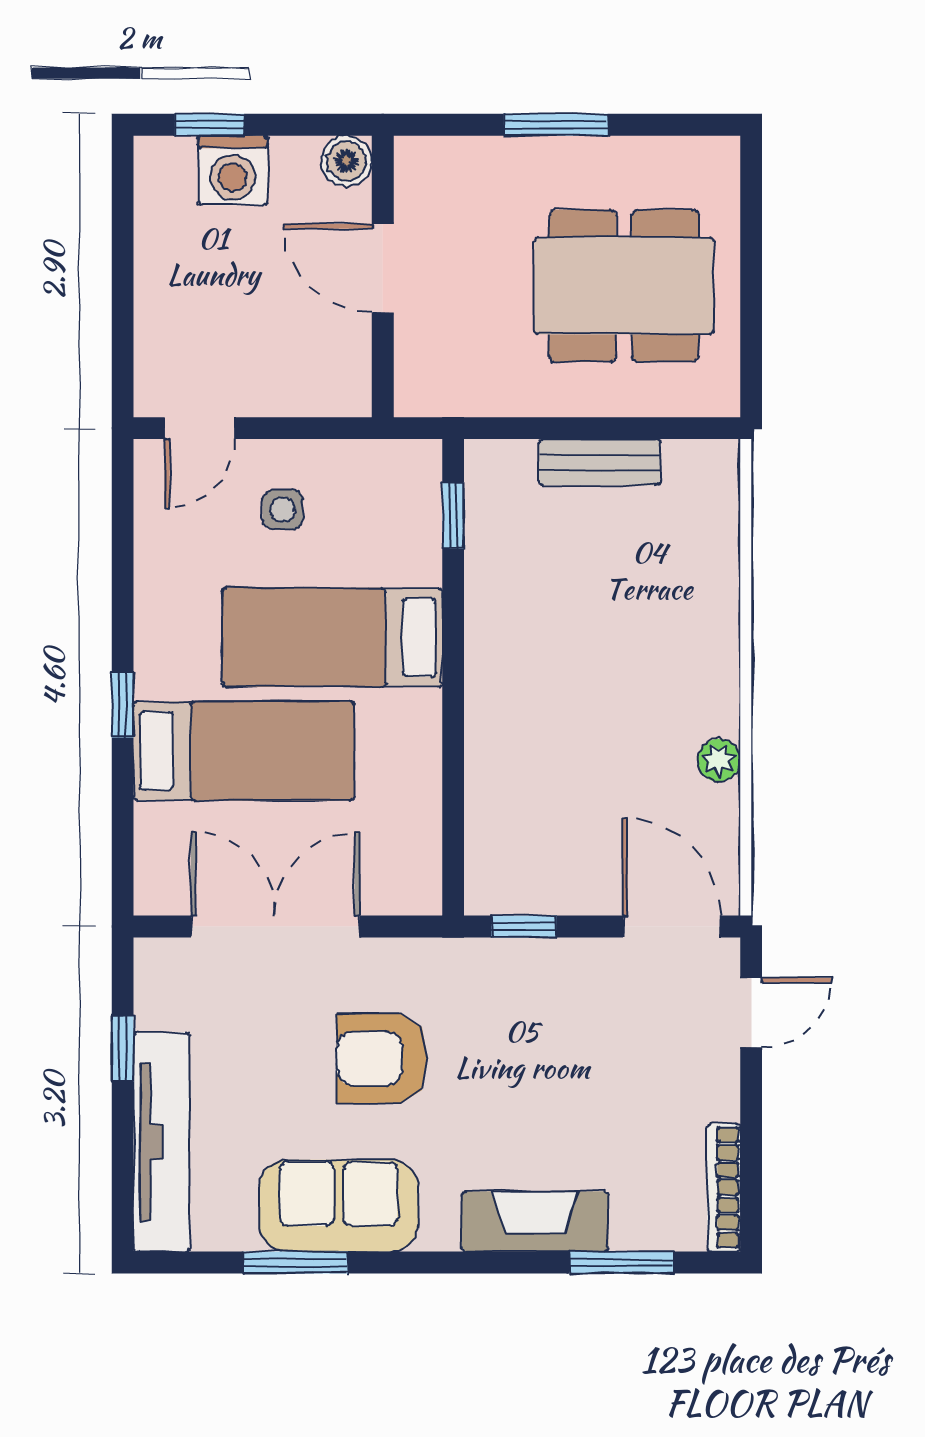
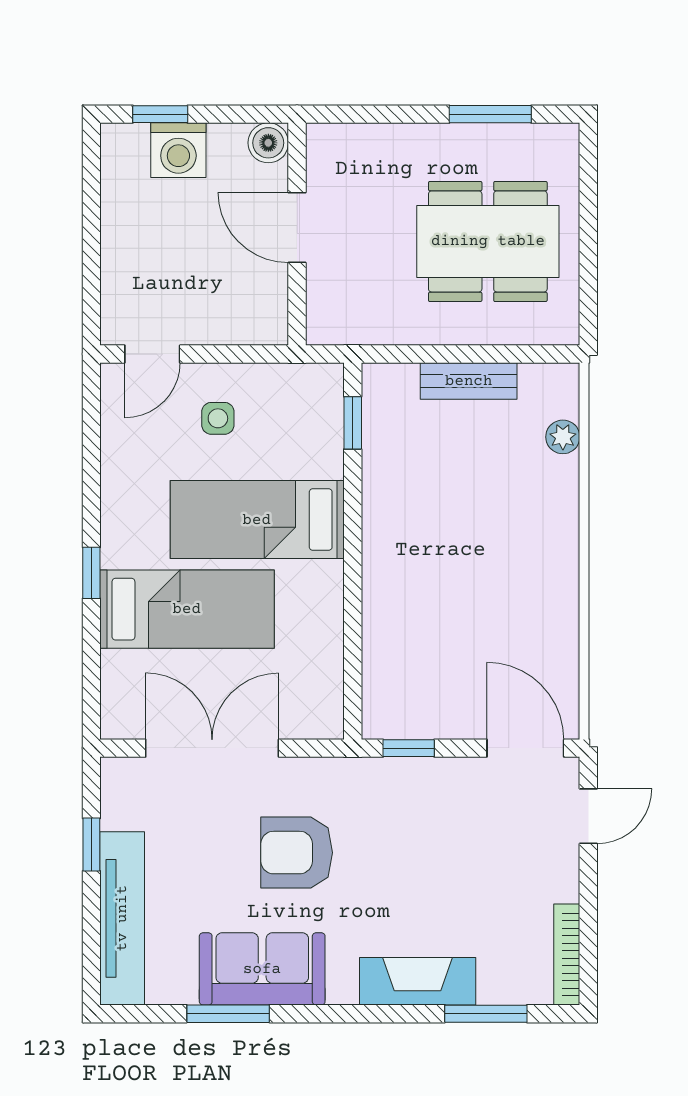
window: (556, 125) -> (490, 114), moved
plant: (719, 760) -> (563, 437), moved

